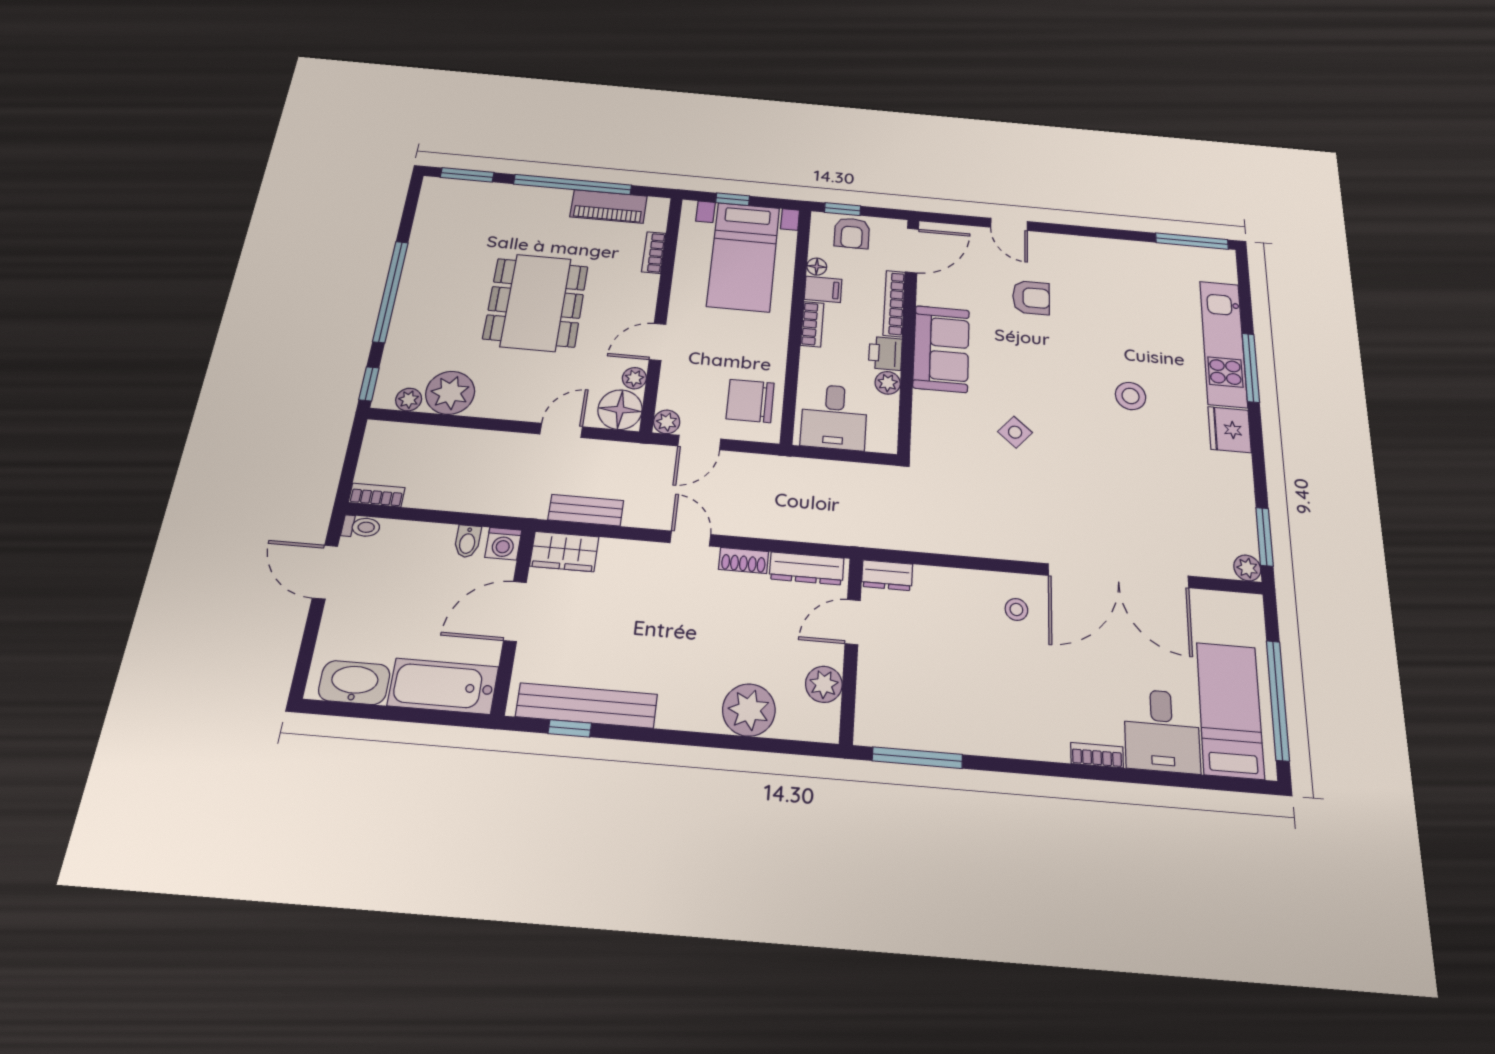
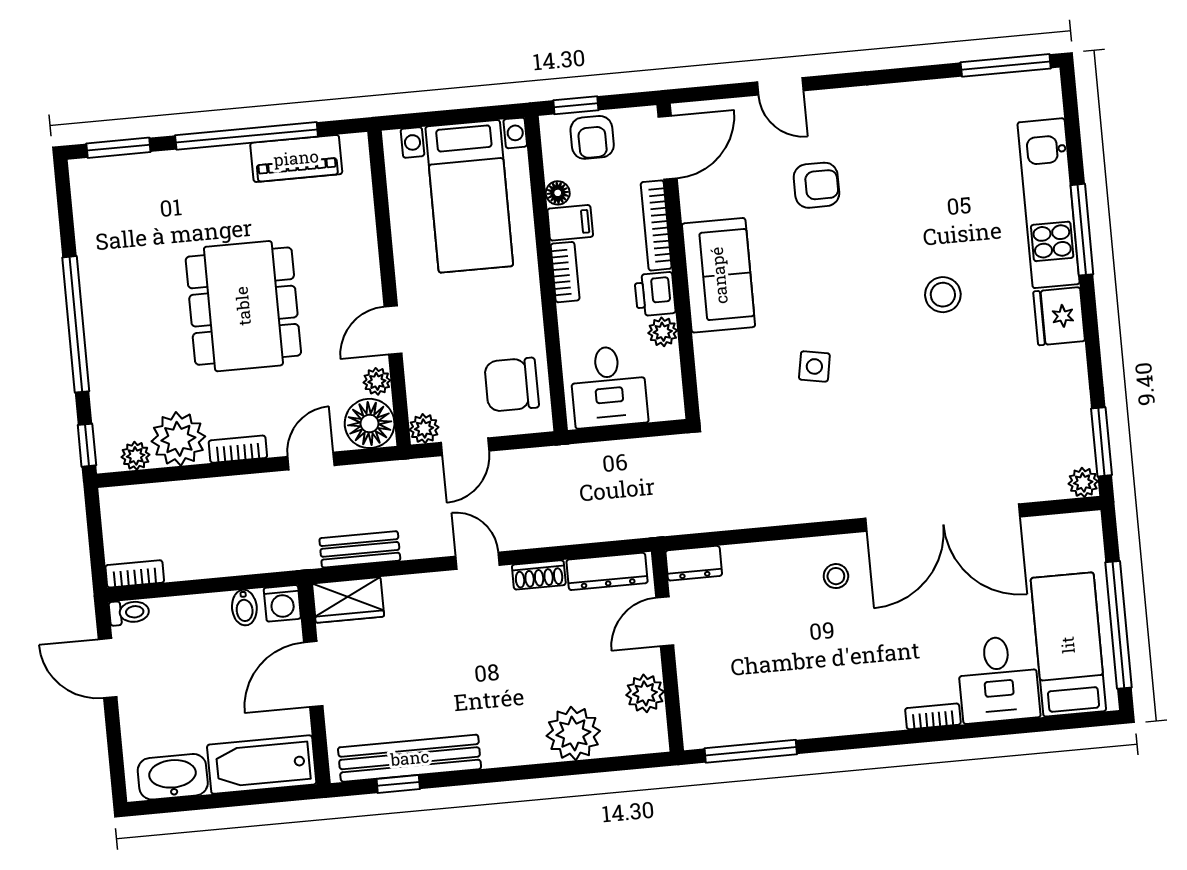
window: (733, 199) -> (441, 118), removed
bookcase: (654, 253) -> (238, 449), moved, turned 90
side table: (1015, 432) -> (814, 366), turned -31

